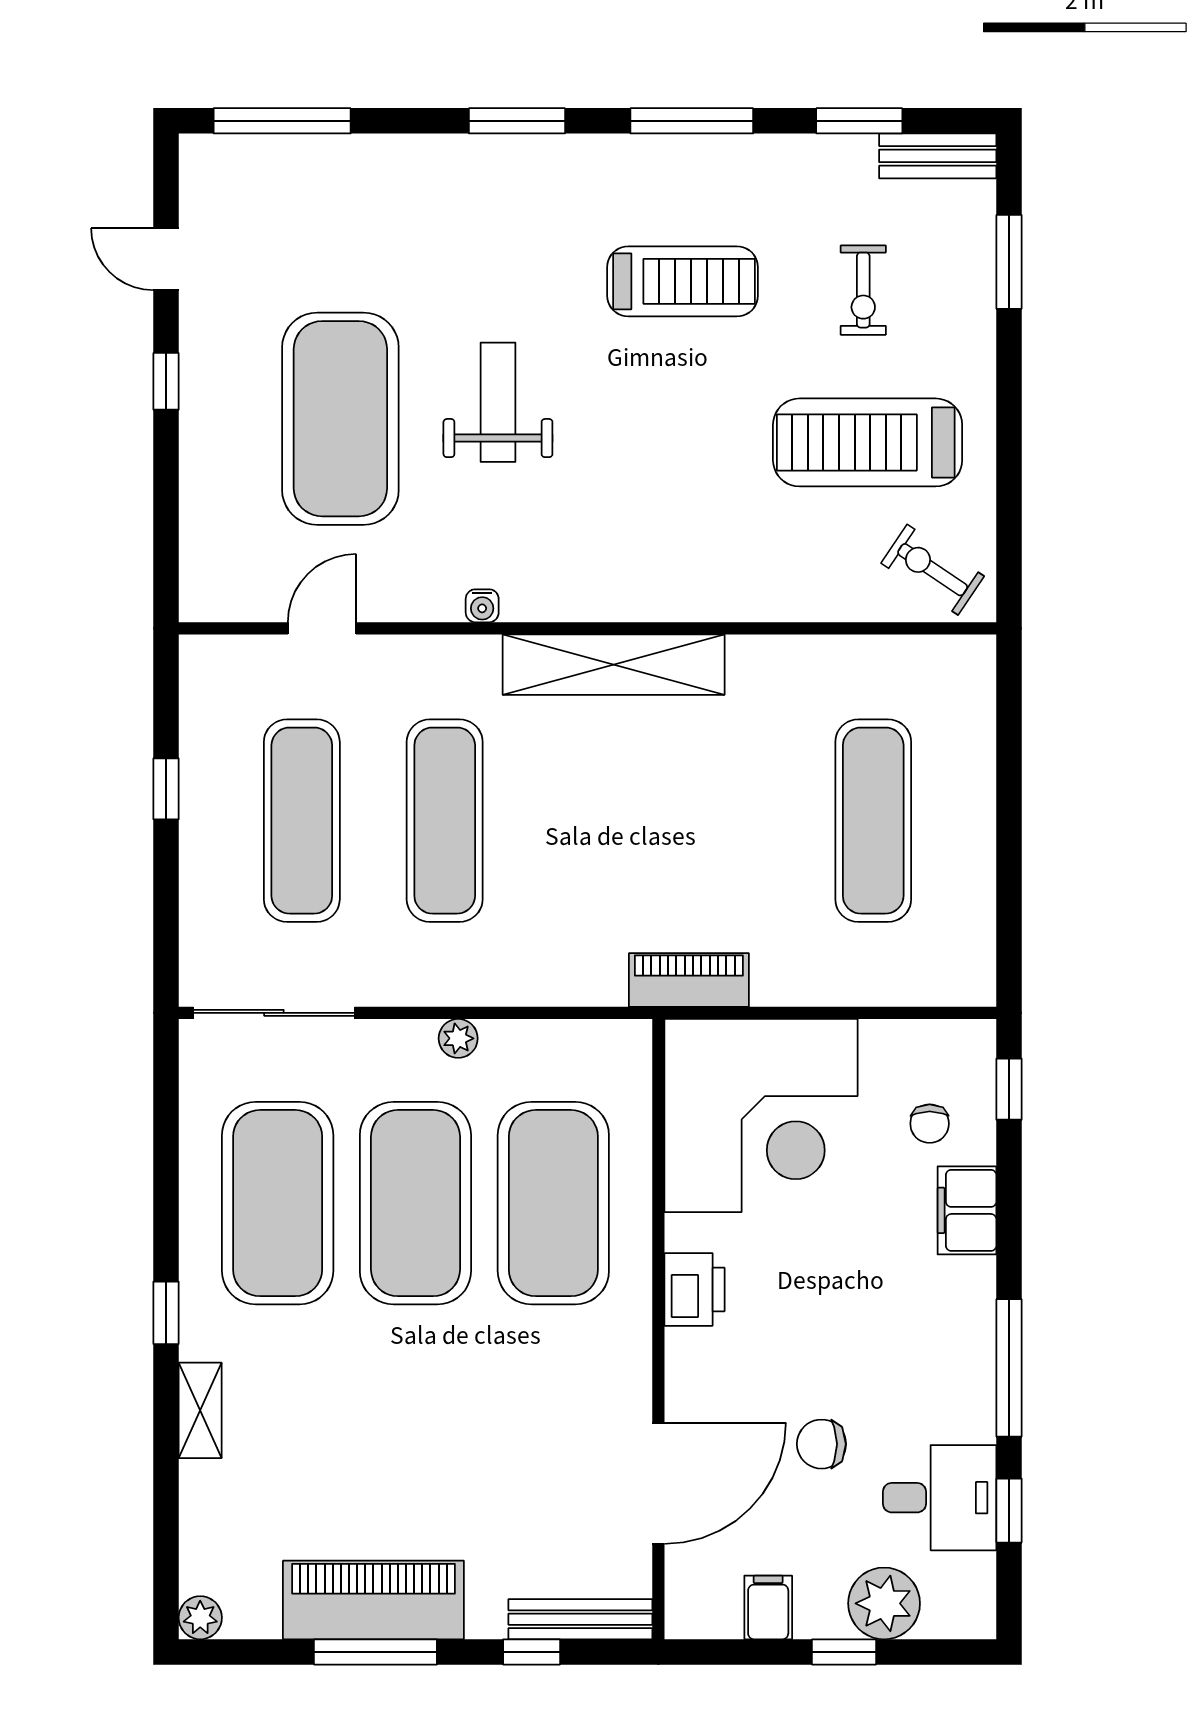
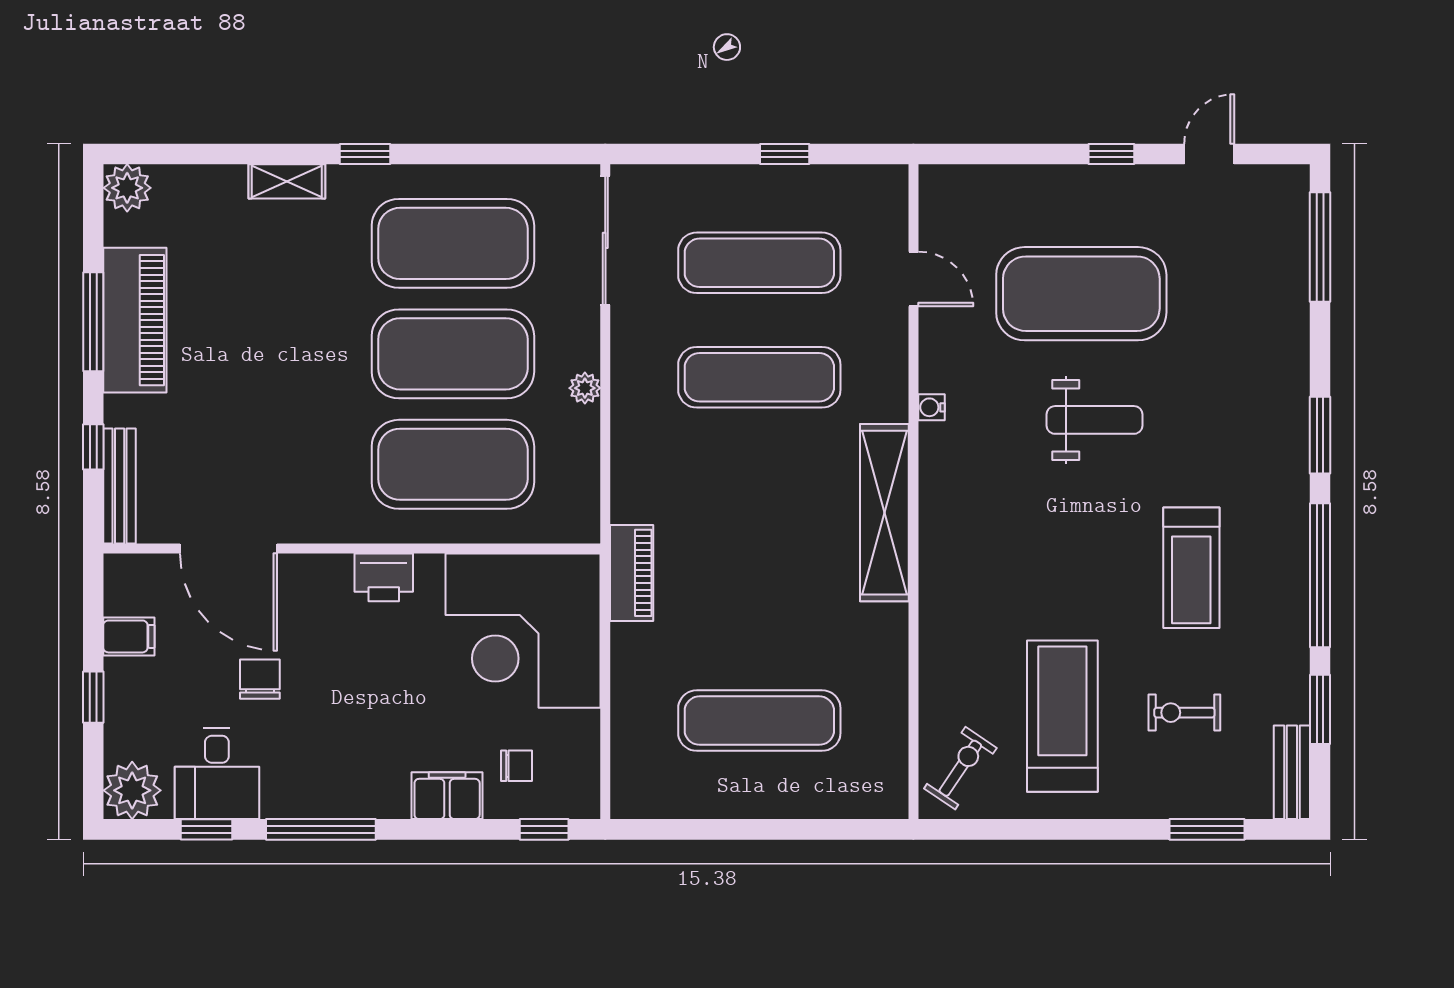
window: (692, 121) -> (1320, 575), width x1.46
chair: (930, 1124) -> (517, 766), turned 180
plant: (884, 1603) -> (132, 790), moved
plant: (200, 1618) -> (127, 188), width x1.38, depth x1.38

